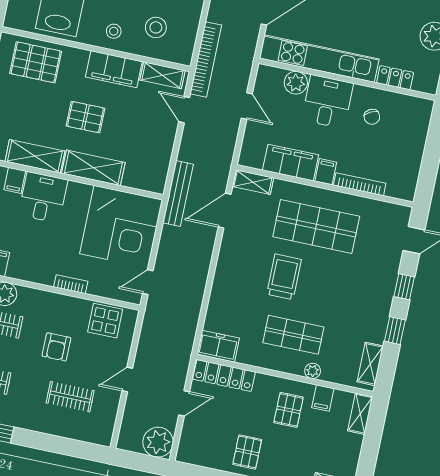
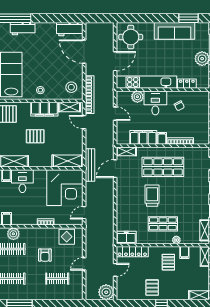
stool: (156, 27) -> (71, 87), moved
shelving: (93, 168) -> (67, 161), moved

